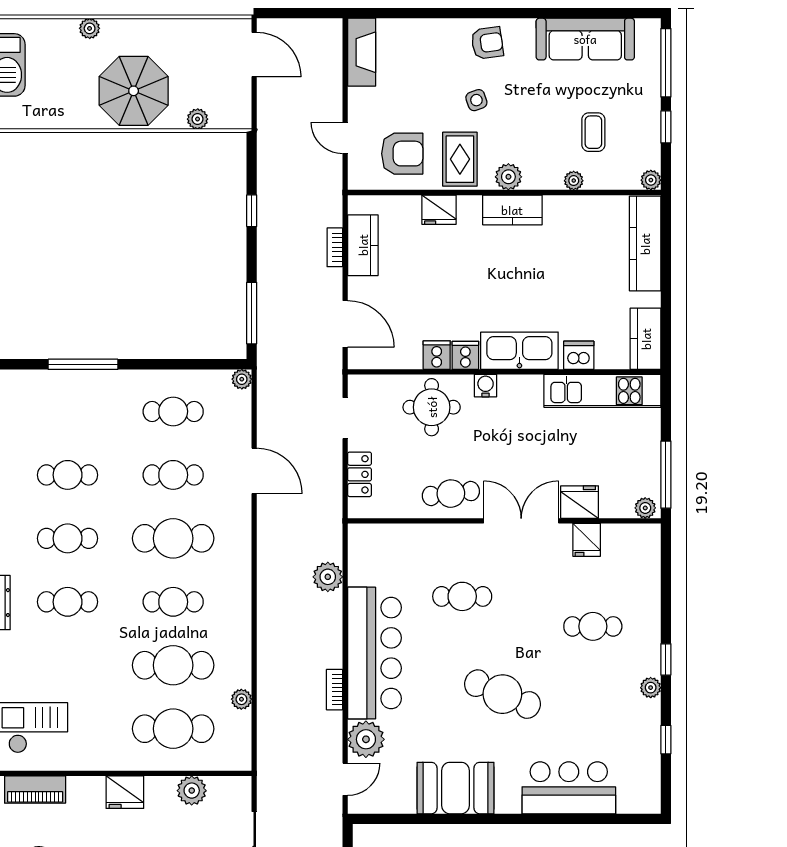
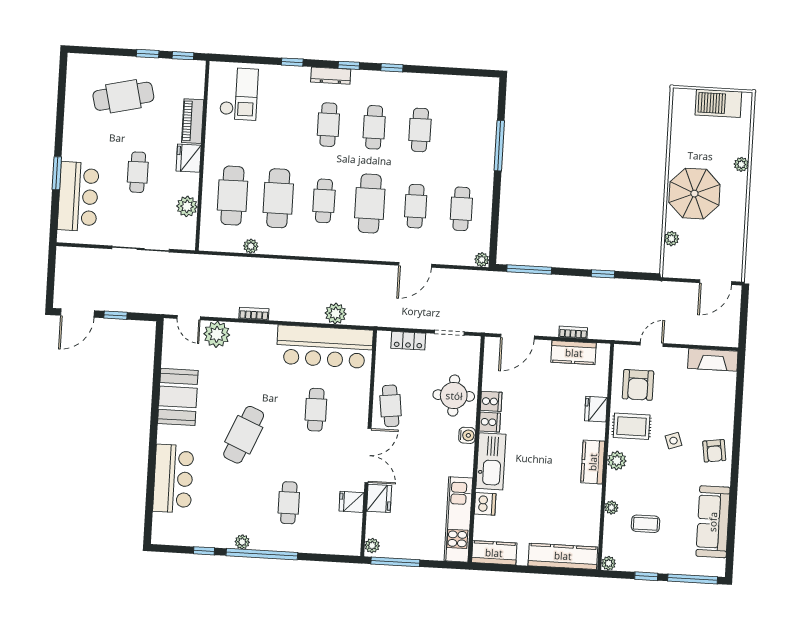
bar counter: (374, 653) -> (325, 347), moved
window: (666, 659) -> (262, 554), width x3.17
piano: (35, 790) -> (193, 121), moved

